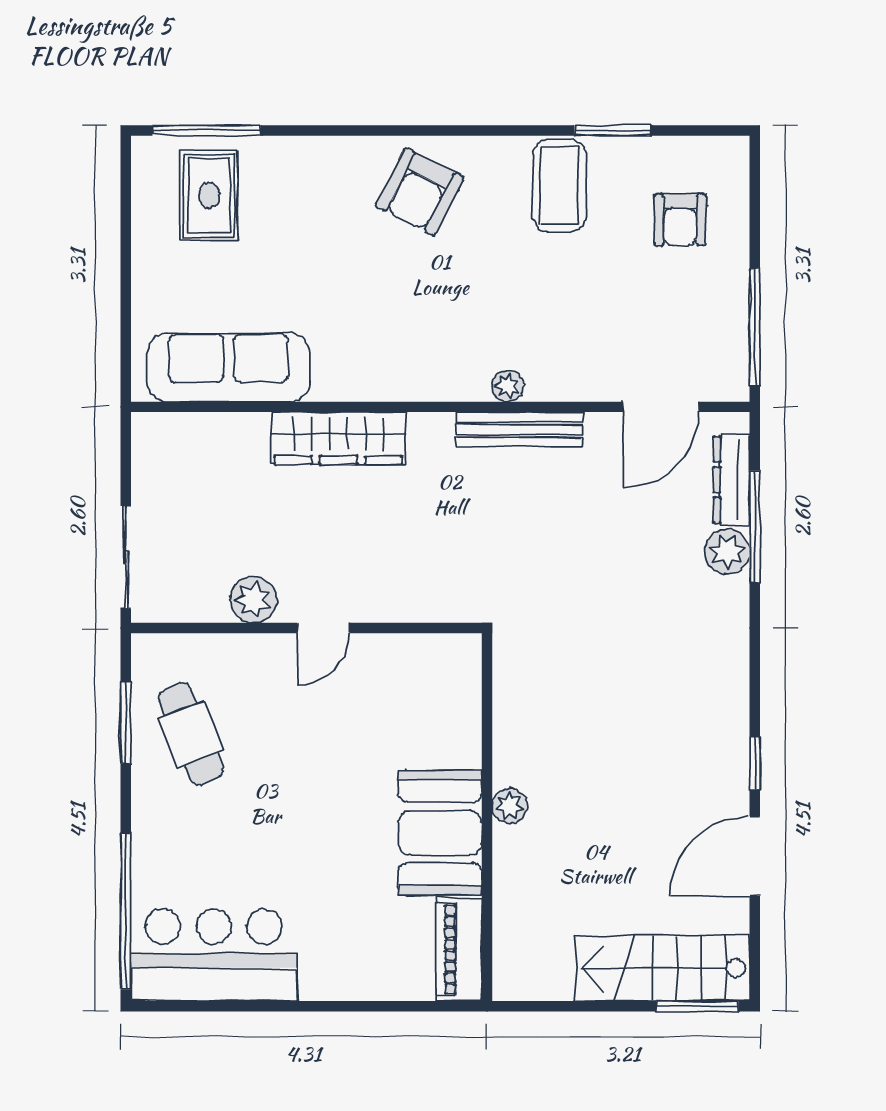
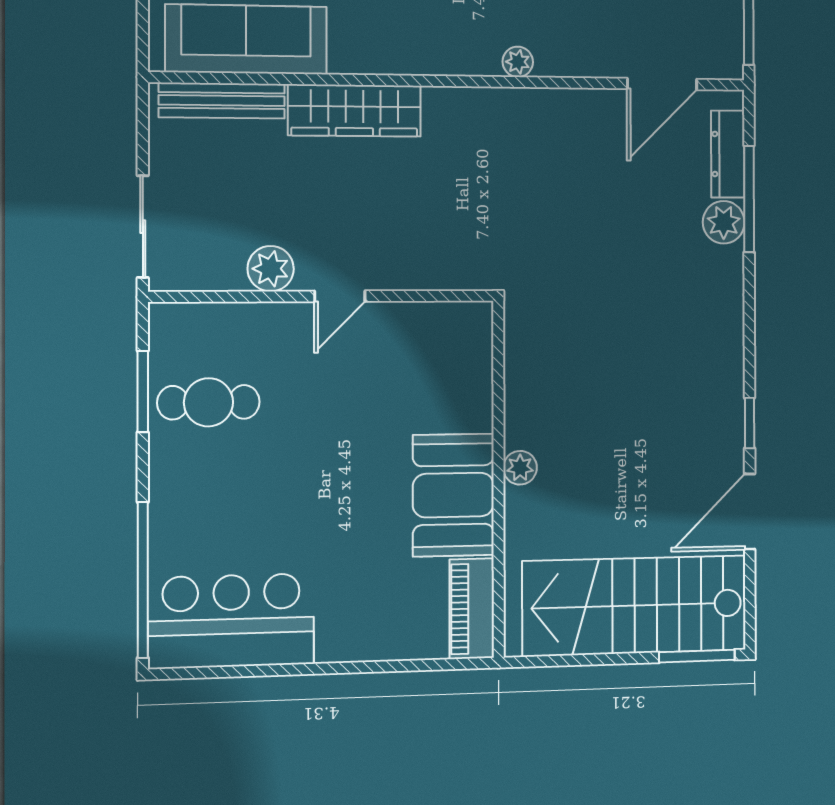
bench: (520, 430) -> (222, 101), moved
cafe table: (191, 734) -> (208, 402), turned -68
stairs: (662, 968) -> (635, 606), width x1.36, depth x1.51

